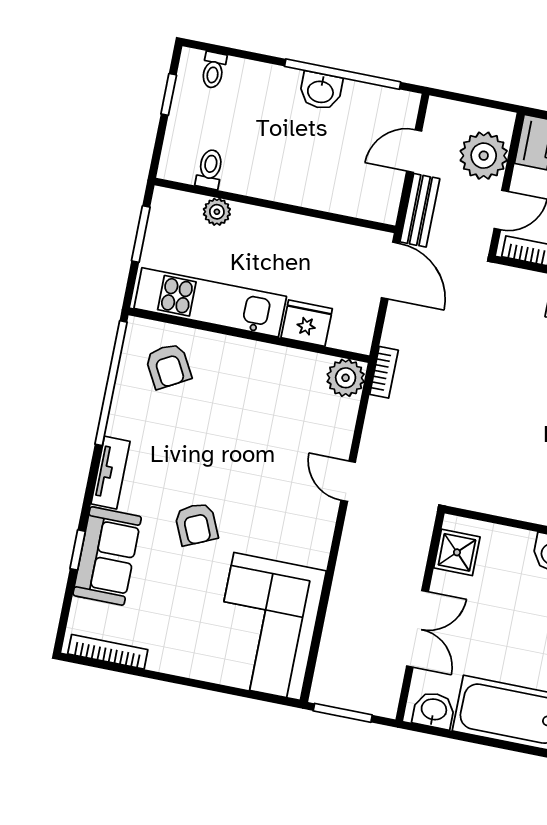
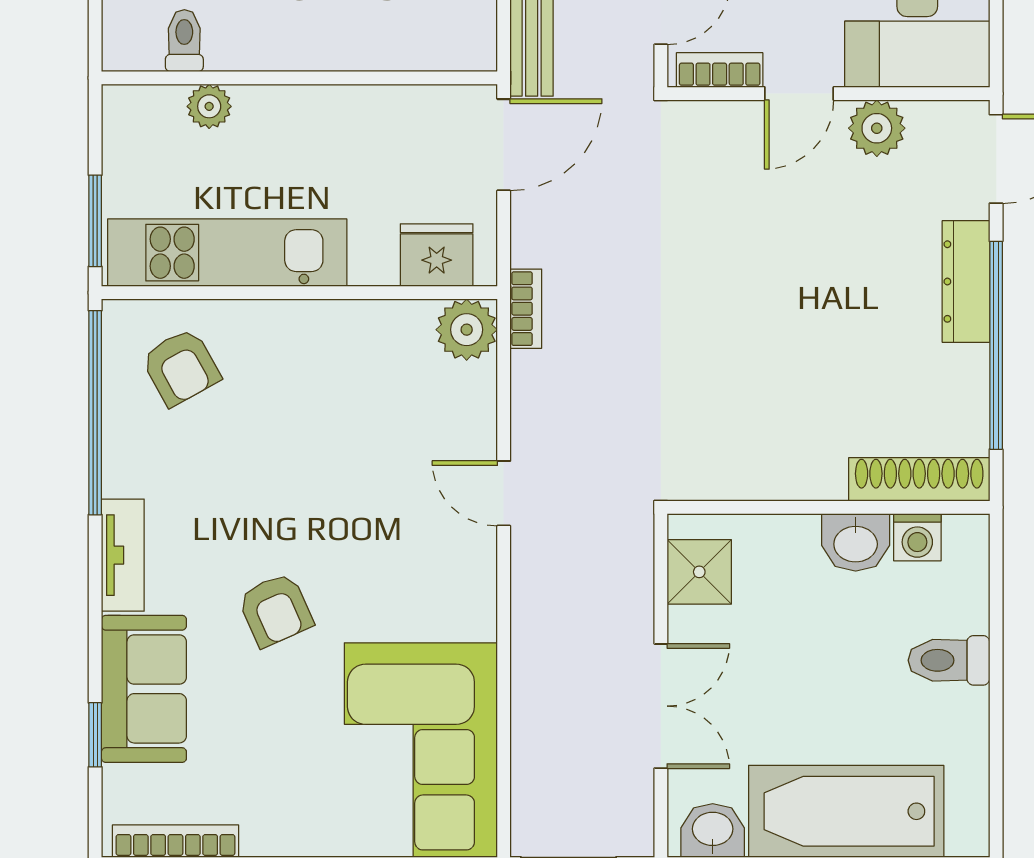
window: (141, 234) -> (95, 221), moved
door: (390, 271) -> (504, 145), hinge flipped
fridge: (307, 323) -> (437, 255), moved
window: (78, 550) -> (95, 735), moved

